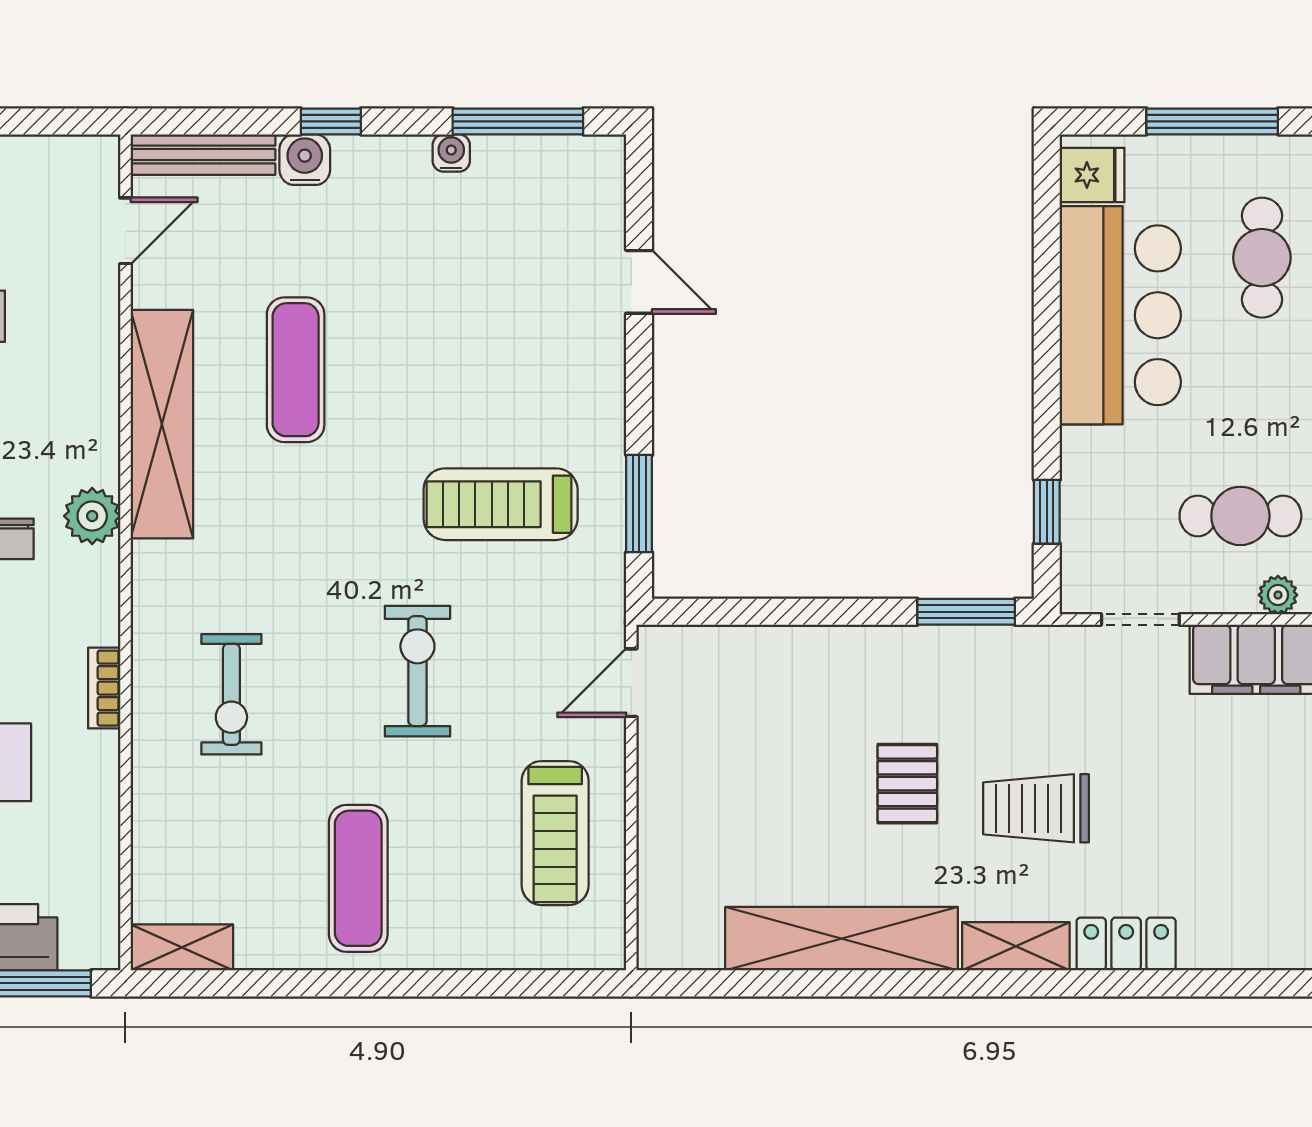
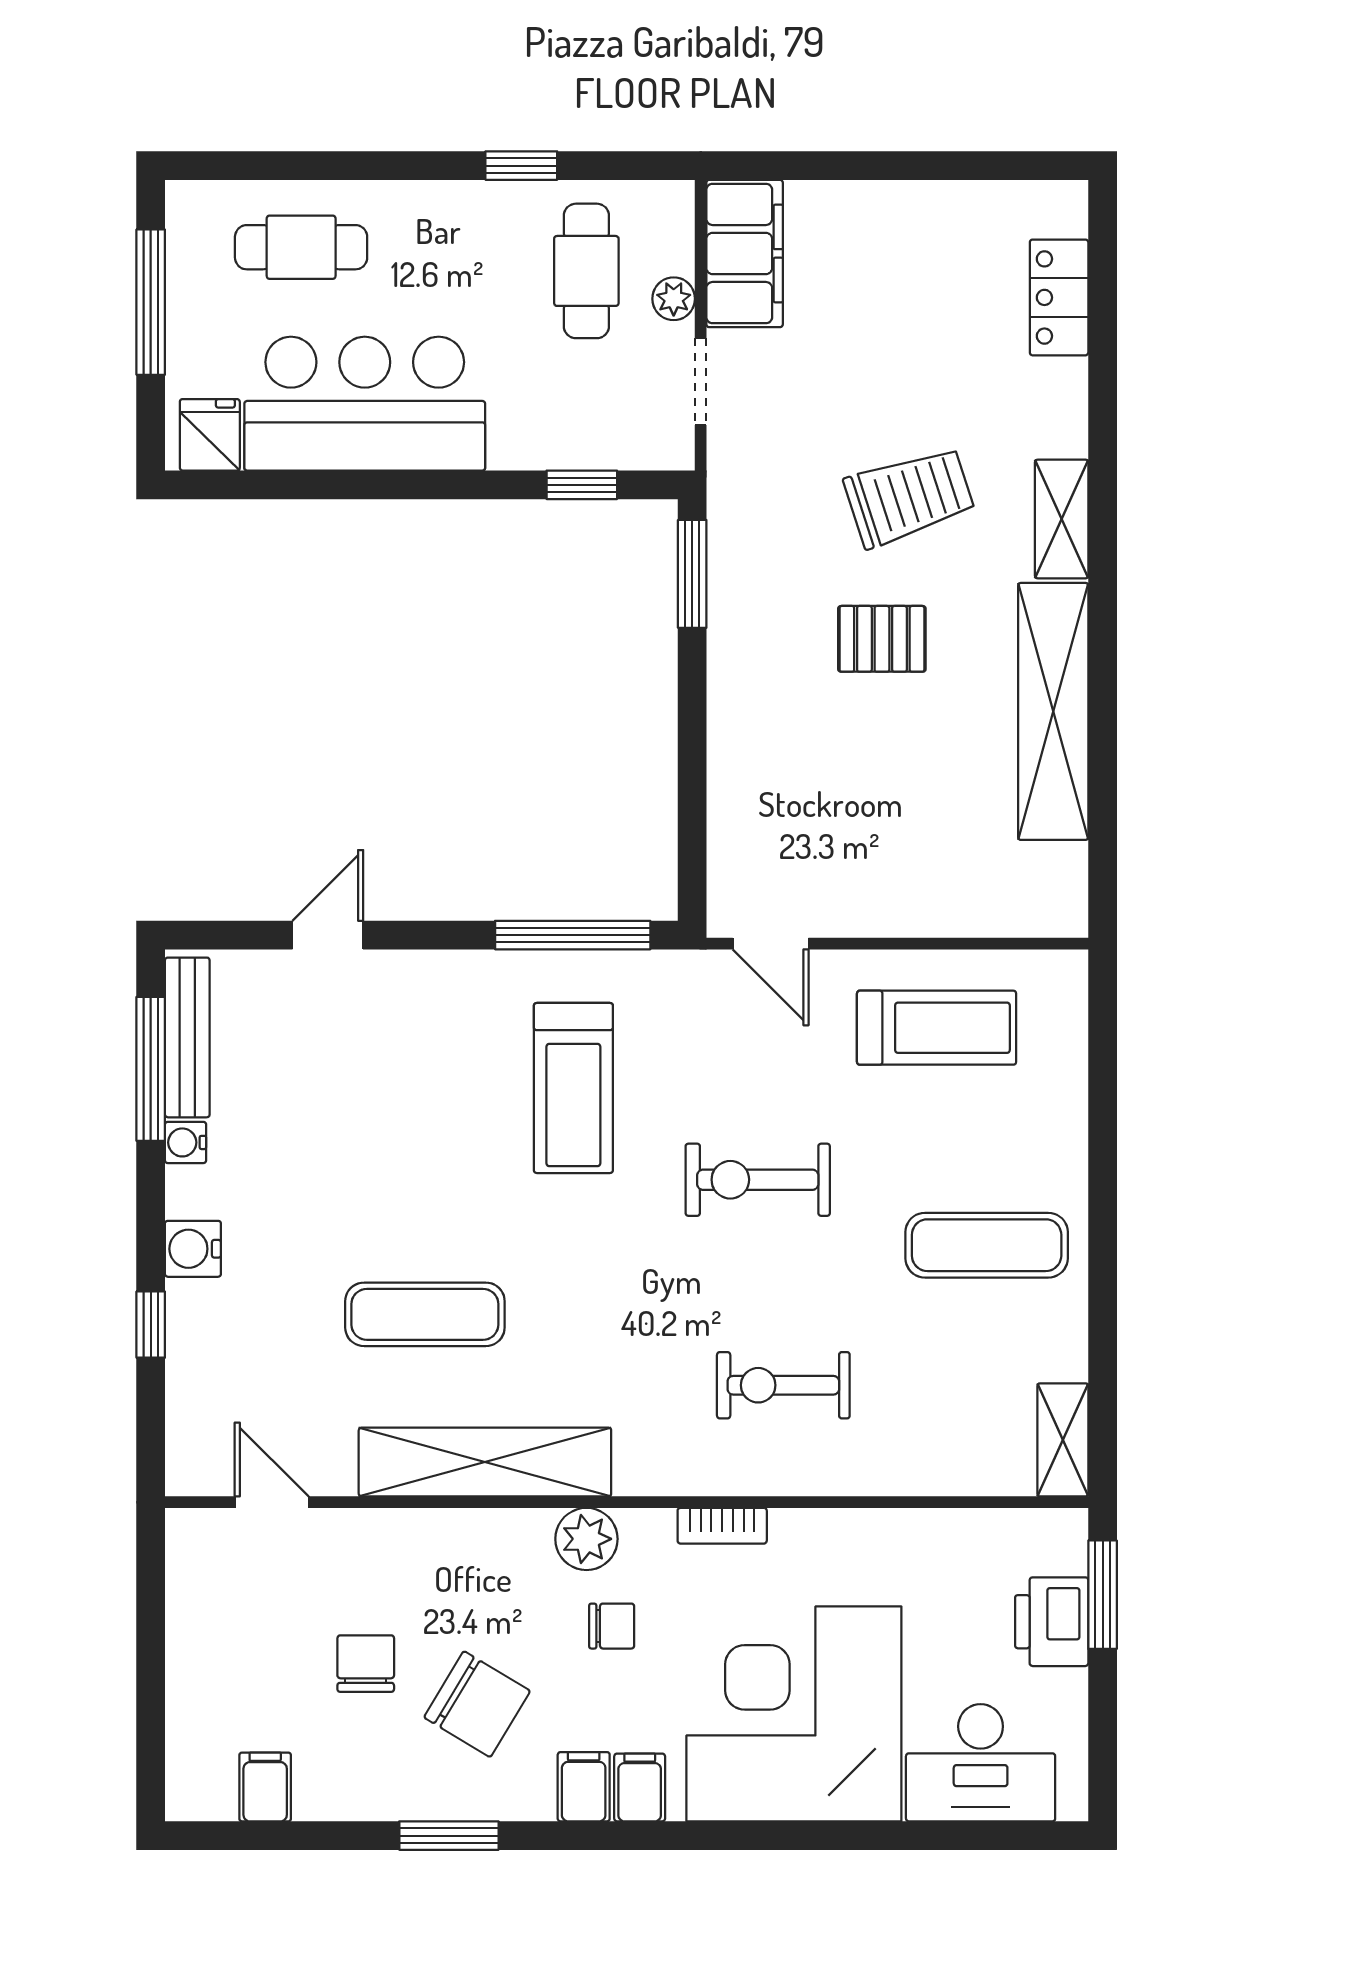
window: (331, 121) -> (151, 1325), moved
bench: (203, 155) -> (187, 1037), moved
water cooler: (305, 160) -> (193, 1249), moved
window: (639, 504) -> (573, 935), width x1.44
plant: (1278, 595) -> (674, 299), moved
bookcase: (104, 688) -> (722, 1526), moved
exercise bike: (231, 694) -> (783, 1385), turned 180
trolley: (1036, 808) -> (909, 497), turned -108
locker: (1126, 944) -> (1059, 297), moved

